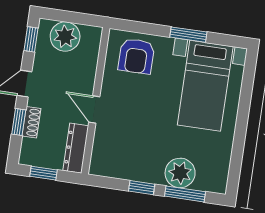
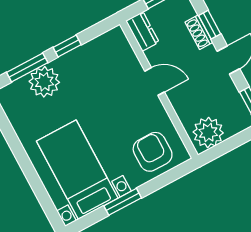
plant: (65, 37) -> (208, 132), moved
dresser: (76, 148) -> (142, 31), width x0.70

